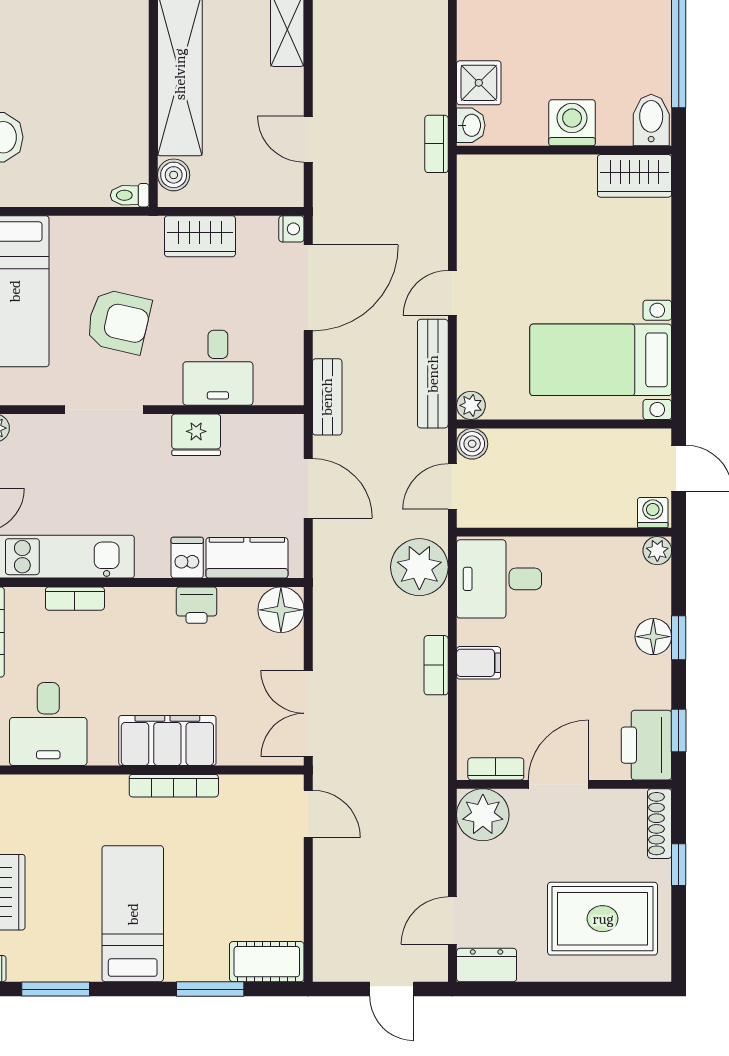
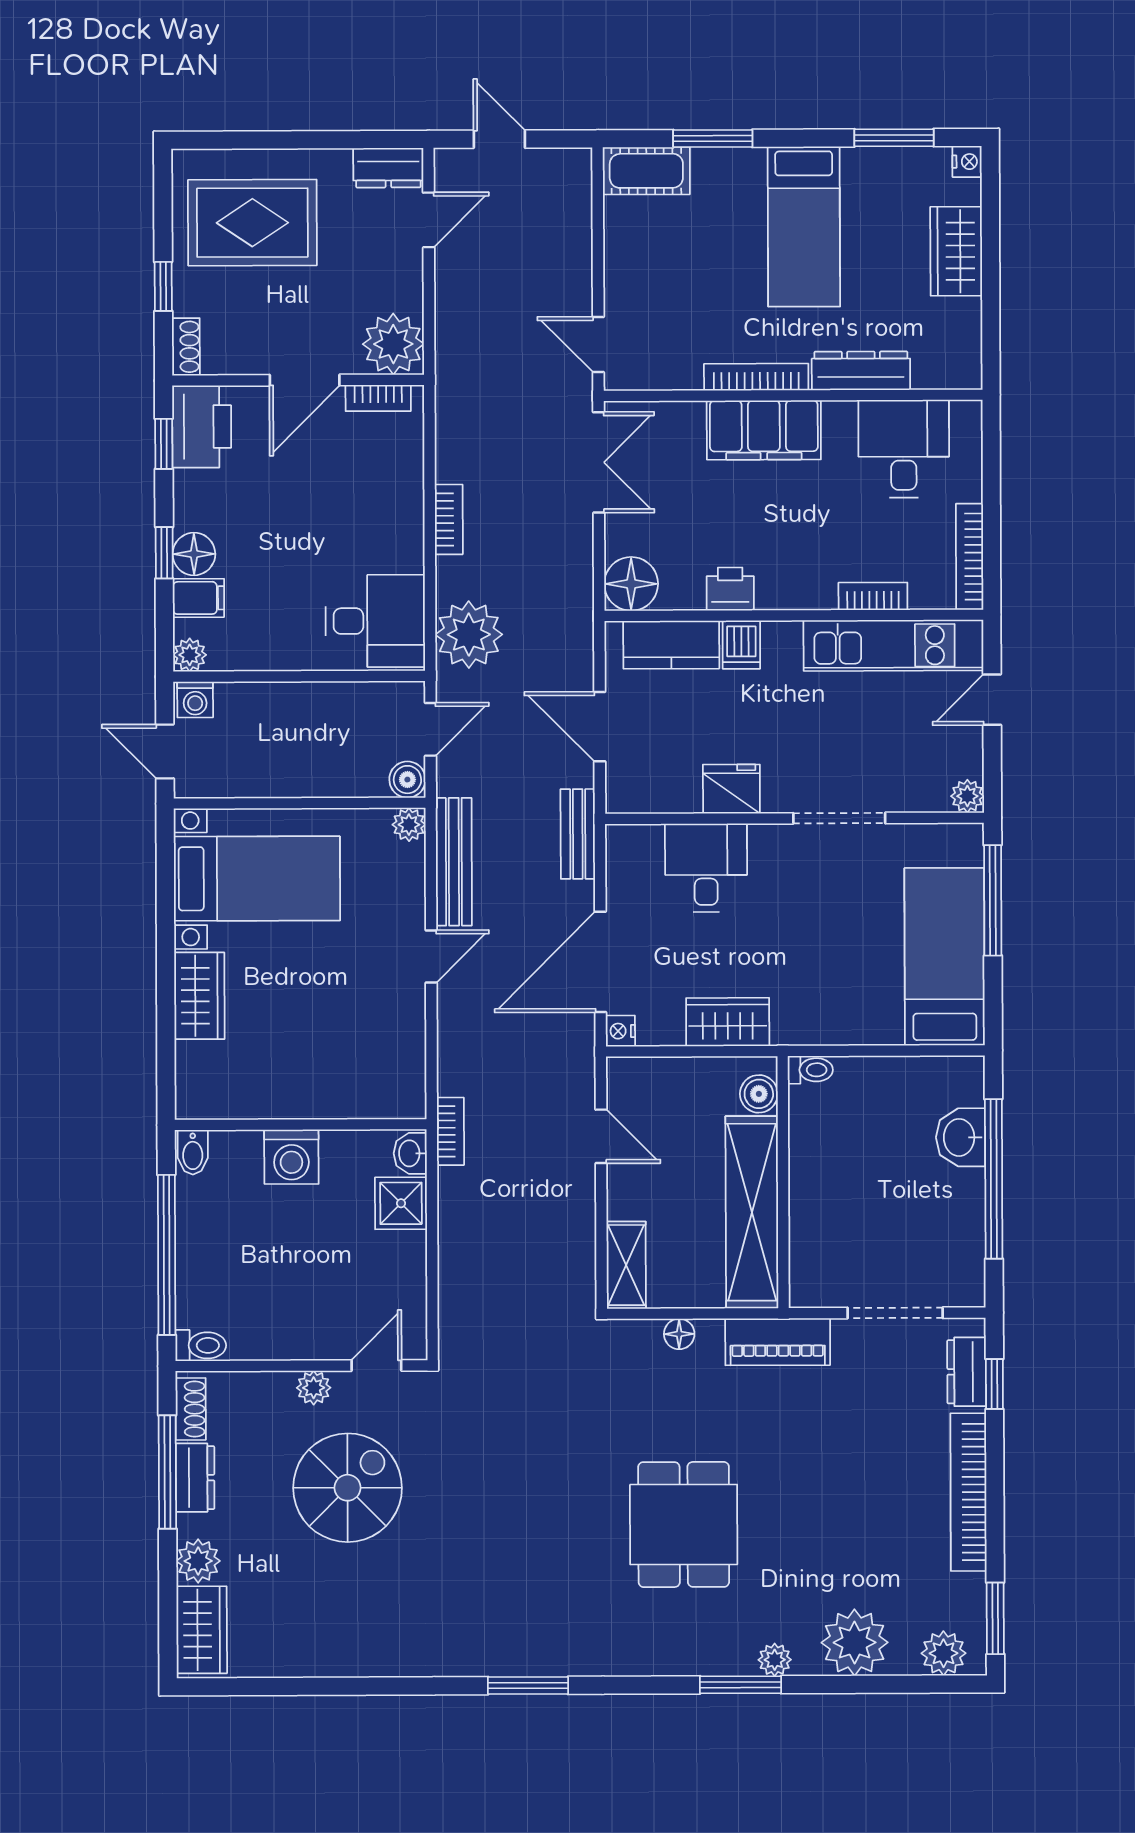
bidet: (651, 120) -> (193, 1152), width x0.72, depth x0.74
wardrobe: (634, 176) -> (199, 996), moved, turned 90
armchair: (119, 321) -> (823, 922), removed
filing cabinet: (479, 663) -> (198, 598), moved, turned 180
dresser: (85, 791) -> (861, 371), added
shoe rack: (660, 824) -> (186, 347), width x0.70

